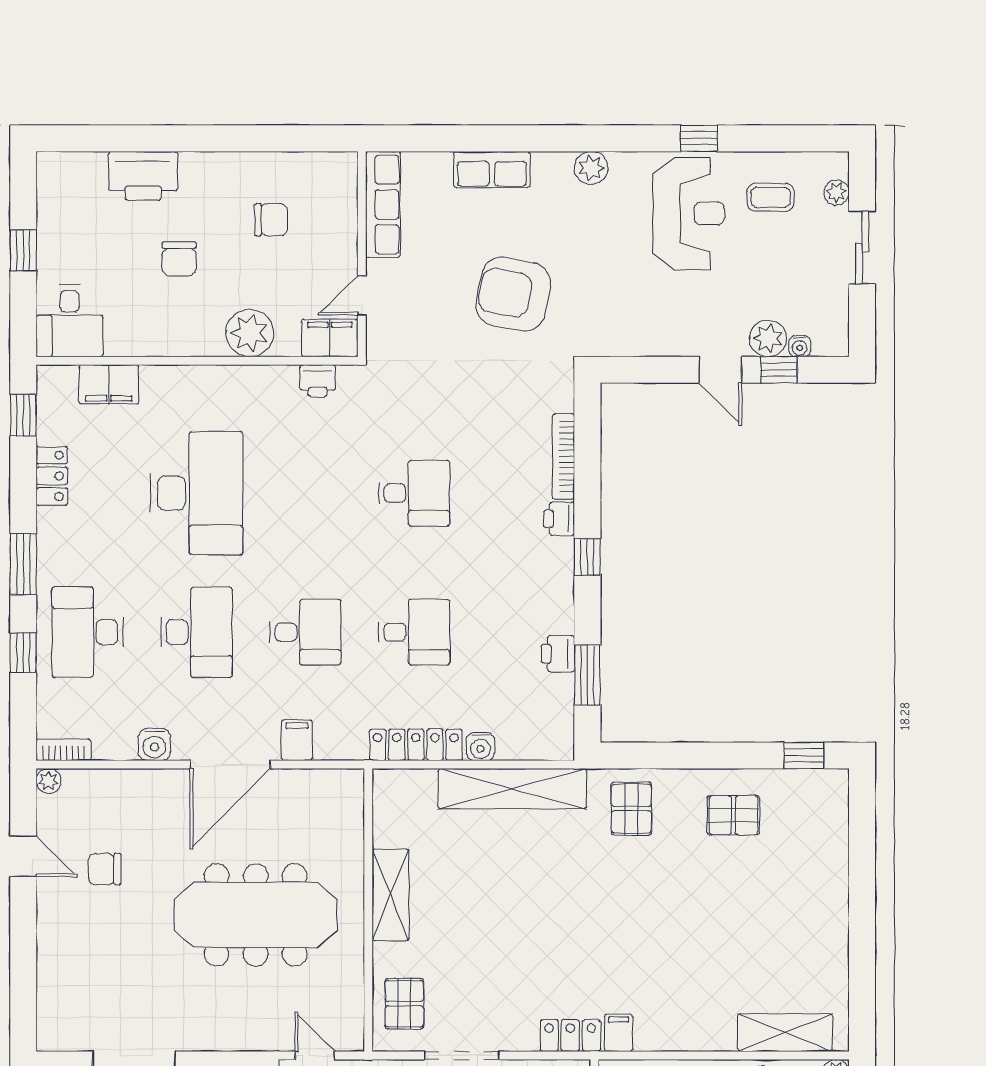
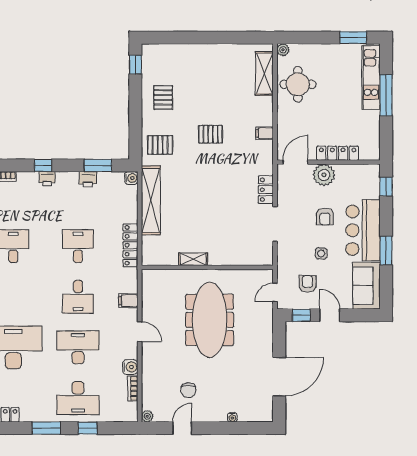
printer: (559, 519) -> (47, 179), moved
desk: (305, 632) -> (78, 297), turned 180
water cooler: (480, 747) -> (131, 178), moved
bookcase: (64, 750) -> (133, 389), moved
door: (230, 765) -> (140, 332), width x0.53
shelving: (391, 895) -> (193, 259), width x0.67, depth x0.75
water cooler: (46, 964) -> (232, 417), added
pallet: (404, 1004) -> (211, 134), moved
filing cabinet: (619, 1033) -> (265, 133), moved
locker: (570, 1036) -> (266, 190), moved

